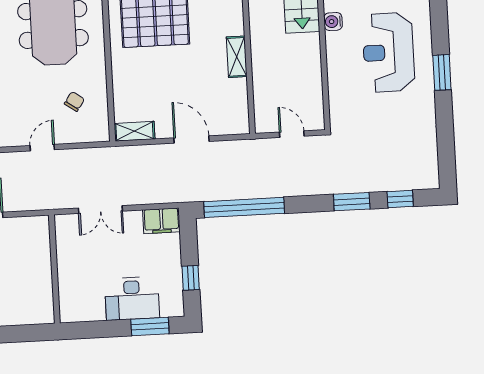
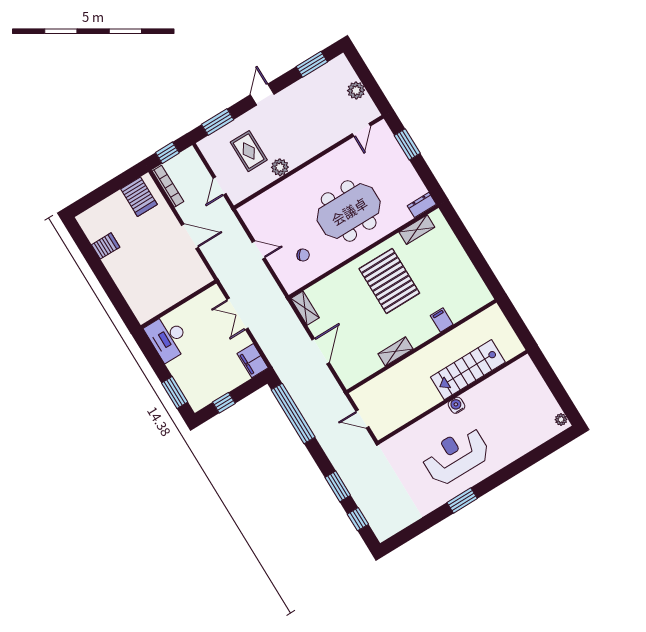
door: (292, 134) -> (362, 419), swing flipped
desk: (132, 298) -> (168, 338), moved

